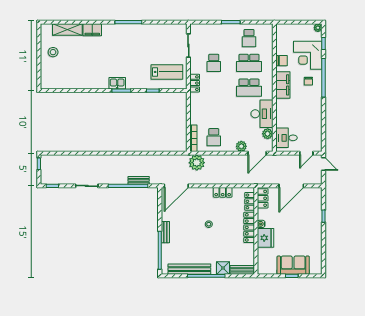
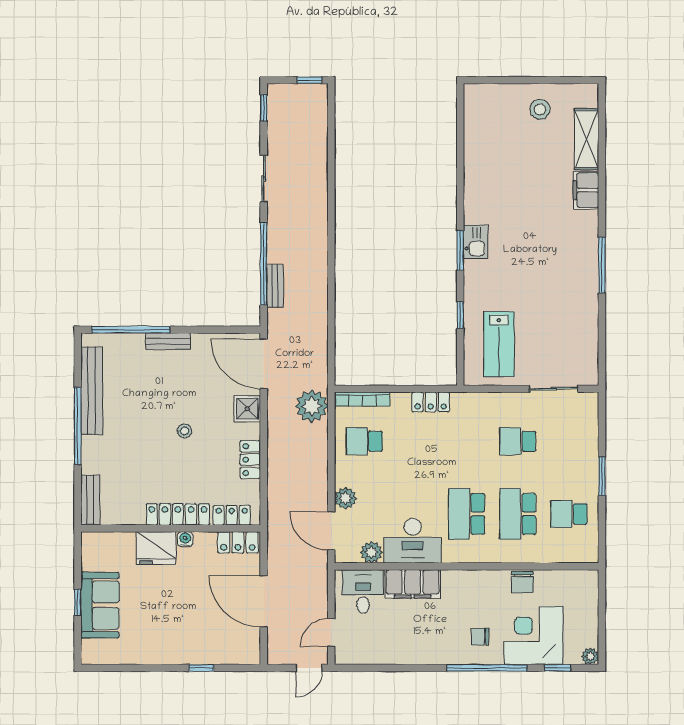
locker: (195, 83) -> (431, 402), moved
filing cabinet: (283, 85) -> (413, 584), moved
door: (306, 153) -> (331, 633), hinge flipped
shower: (223, 268) -> (247, 409), moved

